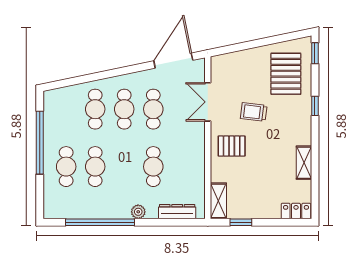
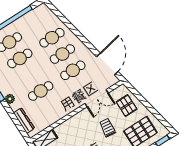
door: (173, 61) -> (107, 64), hinge flipped
double door: (208, 102) -> (97, 98), swing flipped
pallet: (232, 146) -> (127, 106), moved

